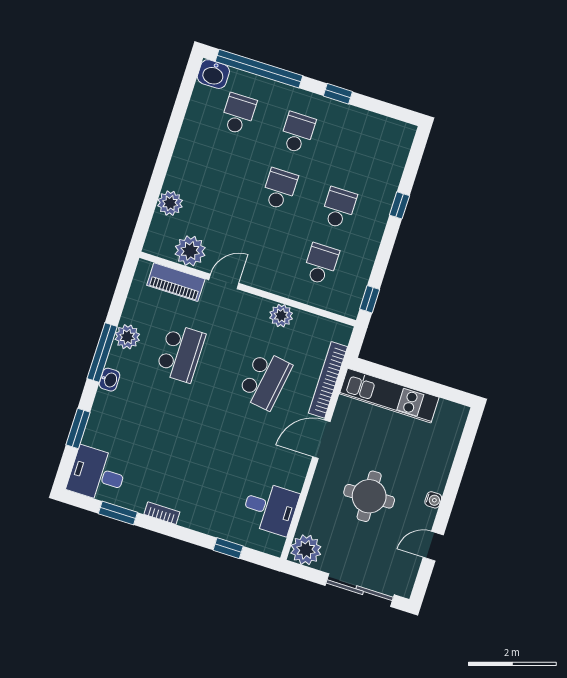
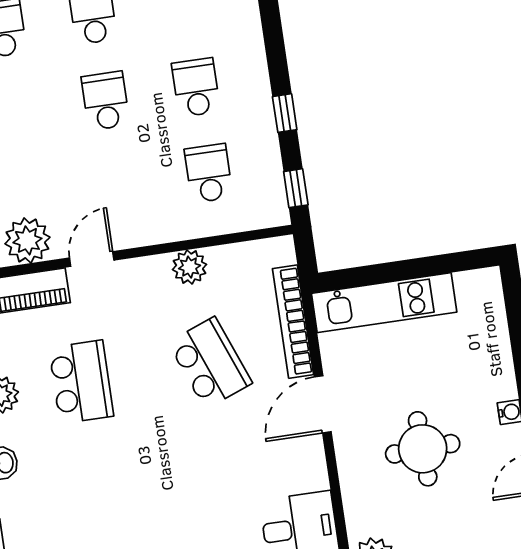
window: (399, 205) -> (285, 113), moved
school desk: (265, 380) -> (210, 363), turned -30

